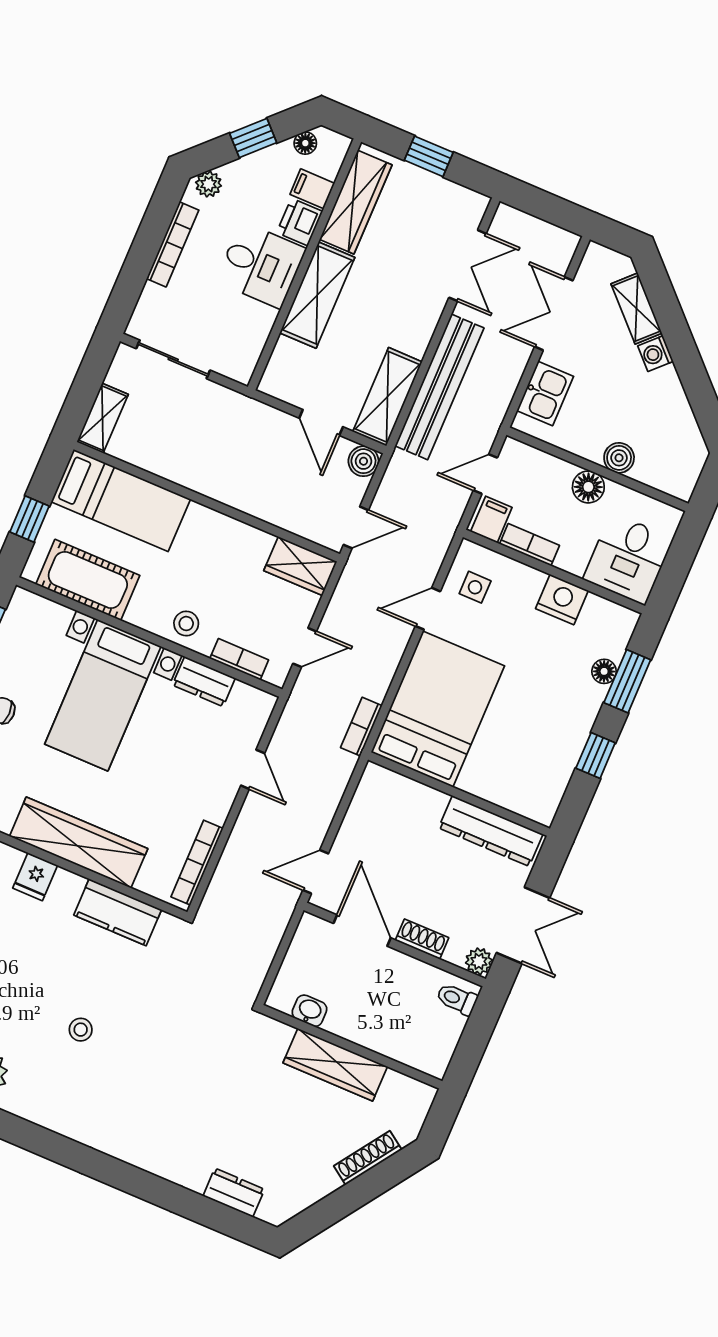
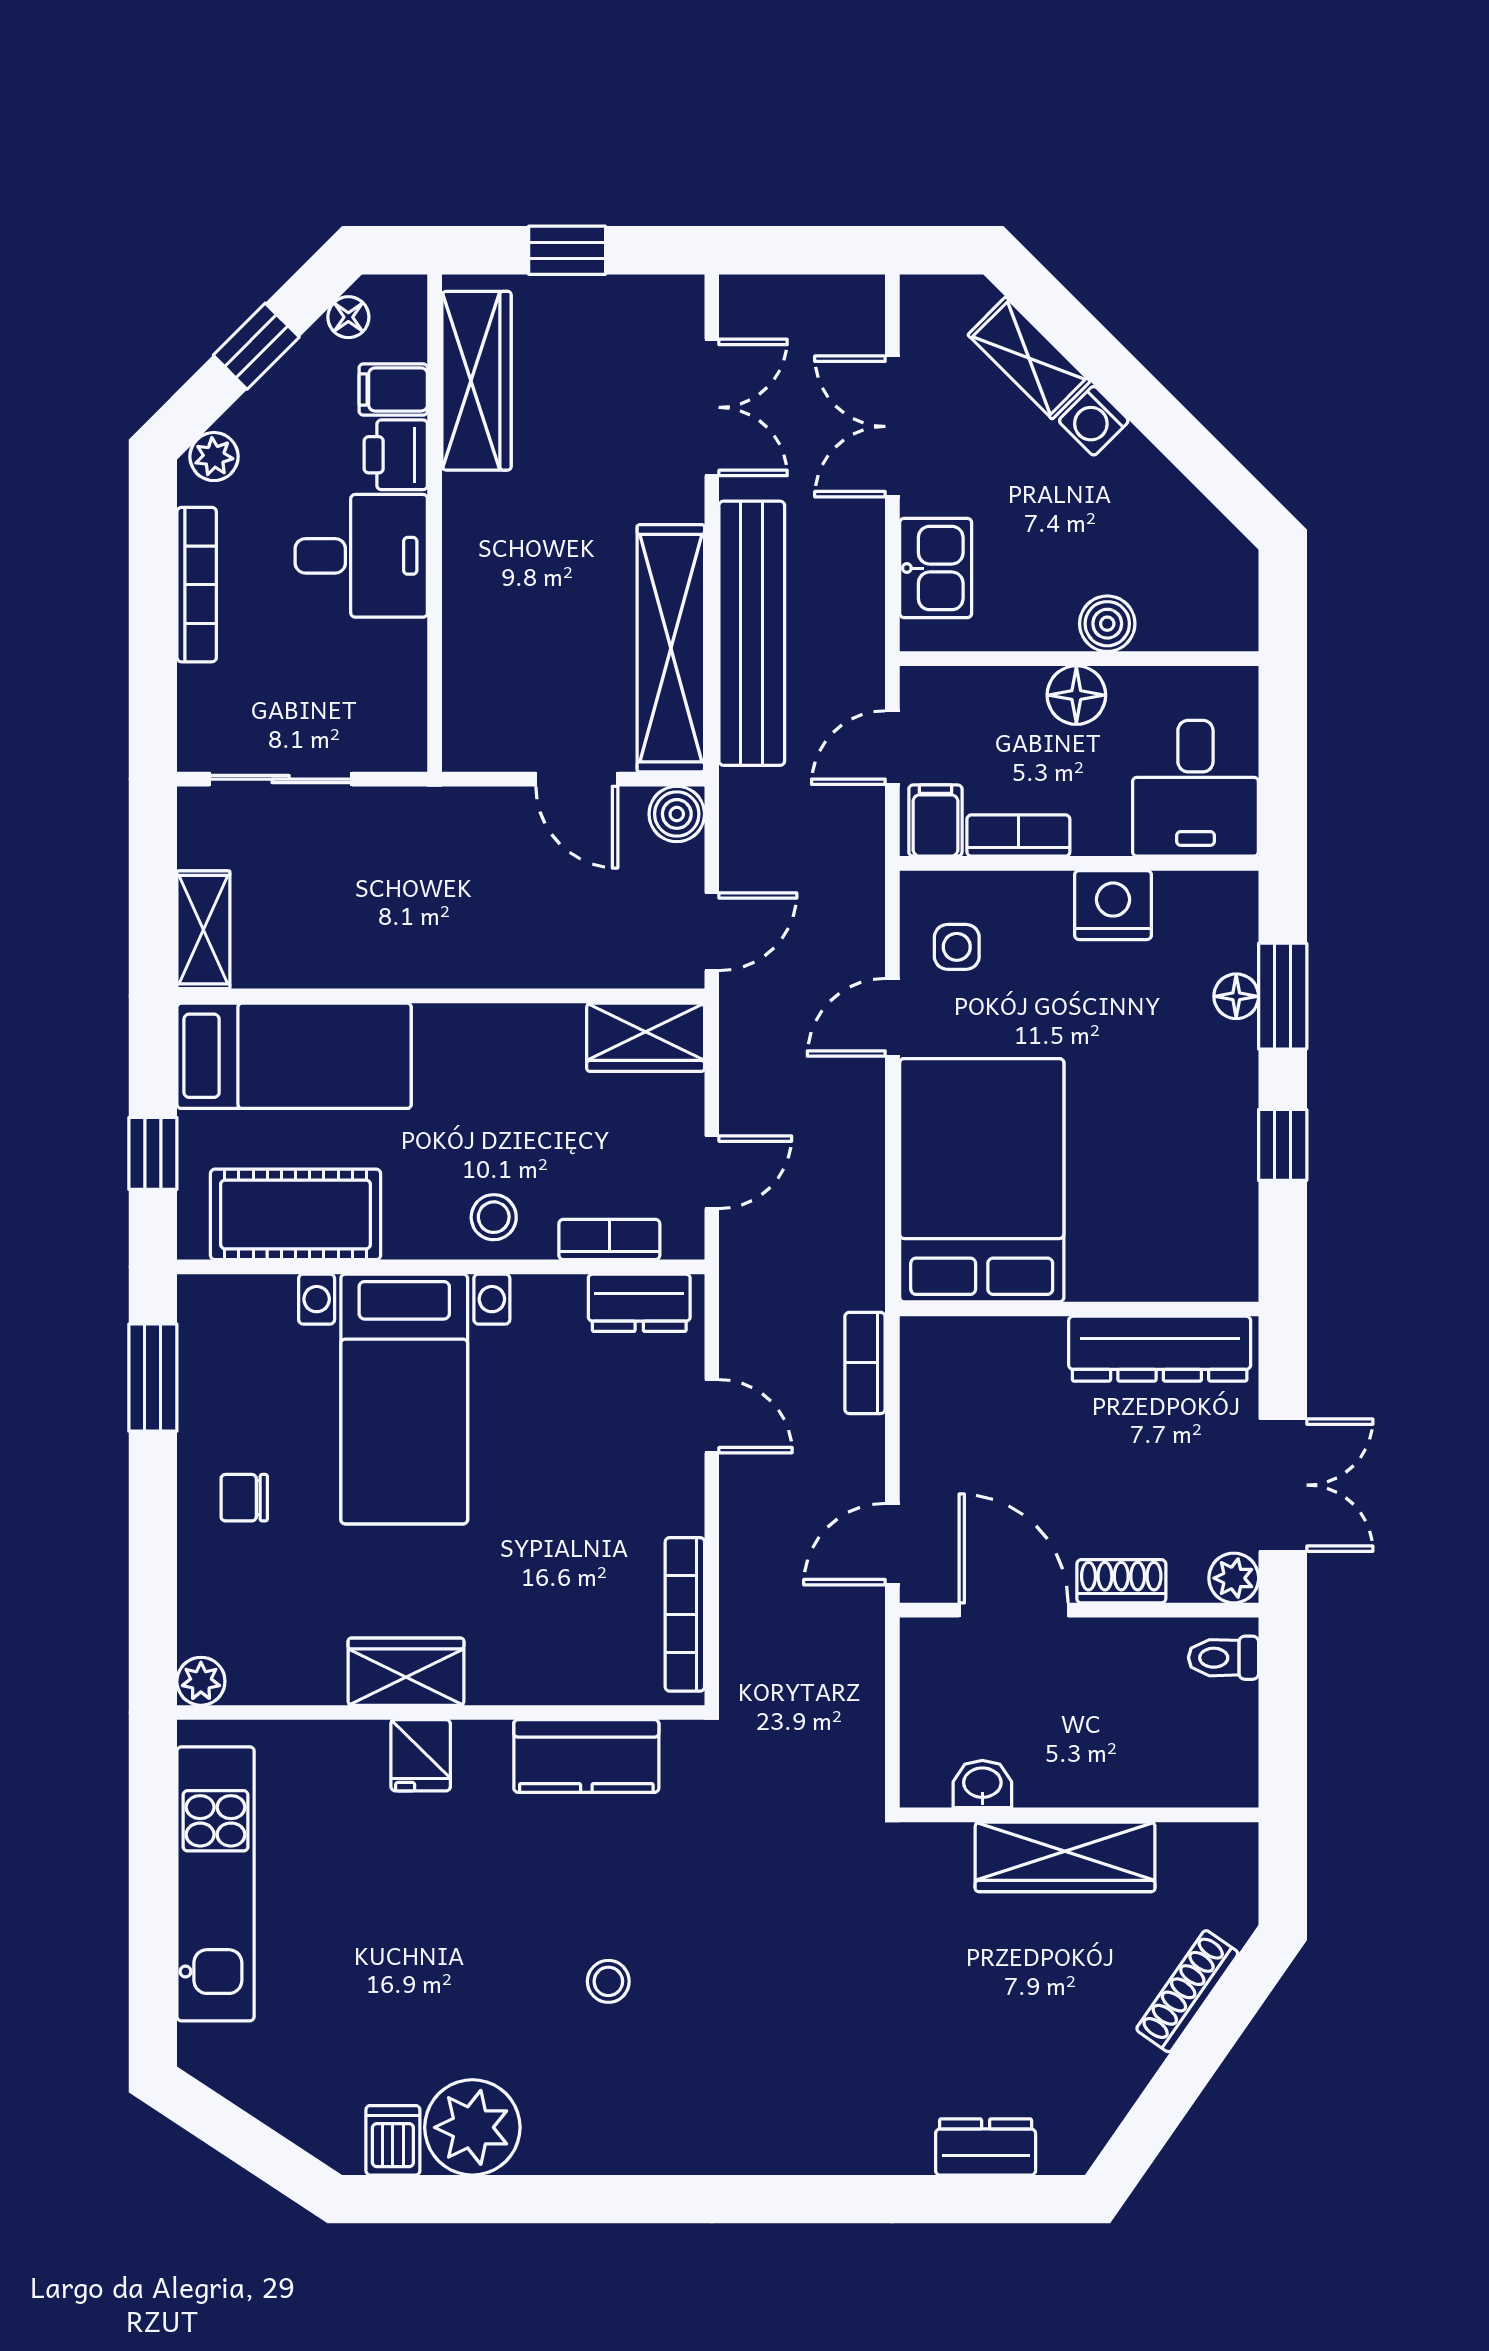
shelving: (317, 295) -> (478, 566), removed
shelving: (387, 397) -> (671, 648), width x1.47
dresser: (204, 682) -> (639, 1303), moved
bookcase: (361, 727) -> (865, 1363), moved
wardrobe: (79, 843) -> (406, 1672), width x0.48, depth x0.85

